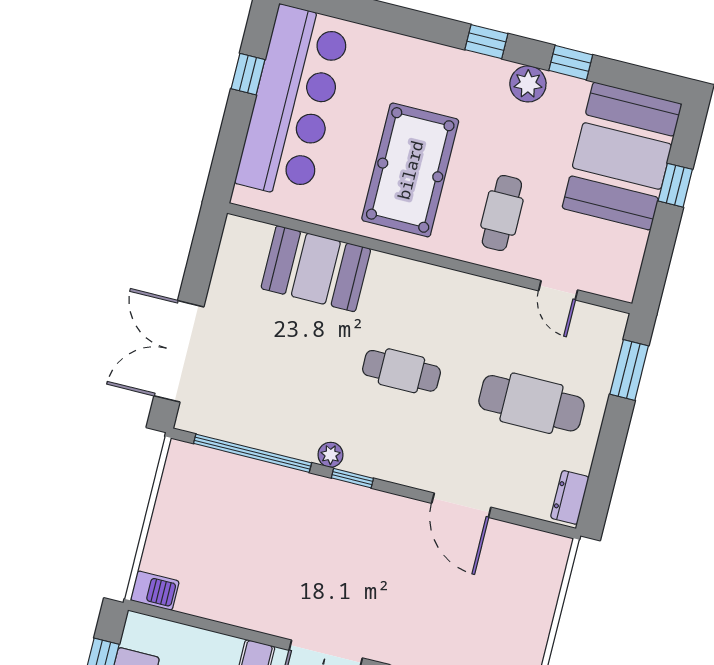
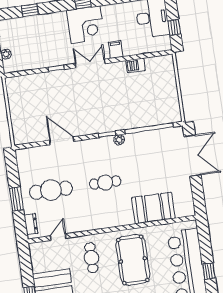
door: (558, 290) -> (58, 237), hinge flipped
window: (629, 370) -> (16, 199), moved
dresser: (570, 497) -> (31, 224), moved
barbecue: (155, 591) -> (136, 65), moved

